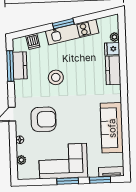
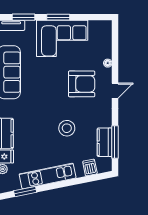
window: (63, 24) -> (25, 192), moved
armchair: (43, 119) -> (82, 84), turned 180
plant: (21, 160) -> (107, 41), removed

